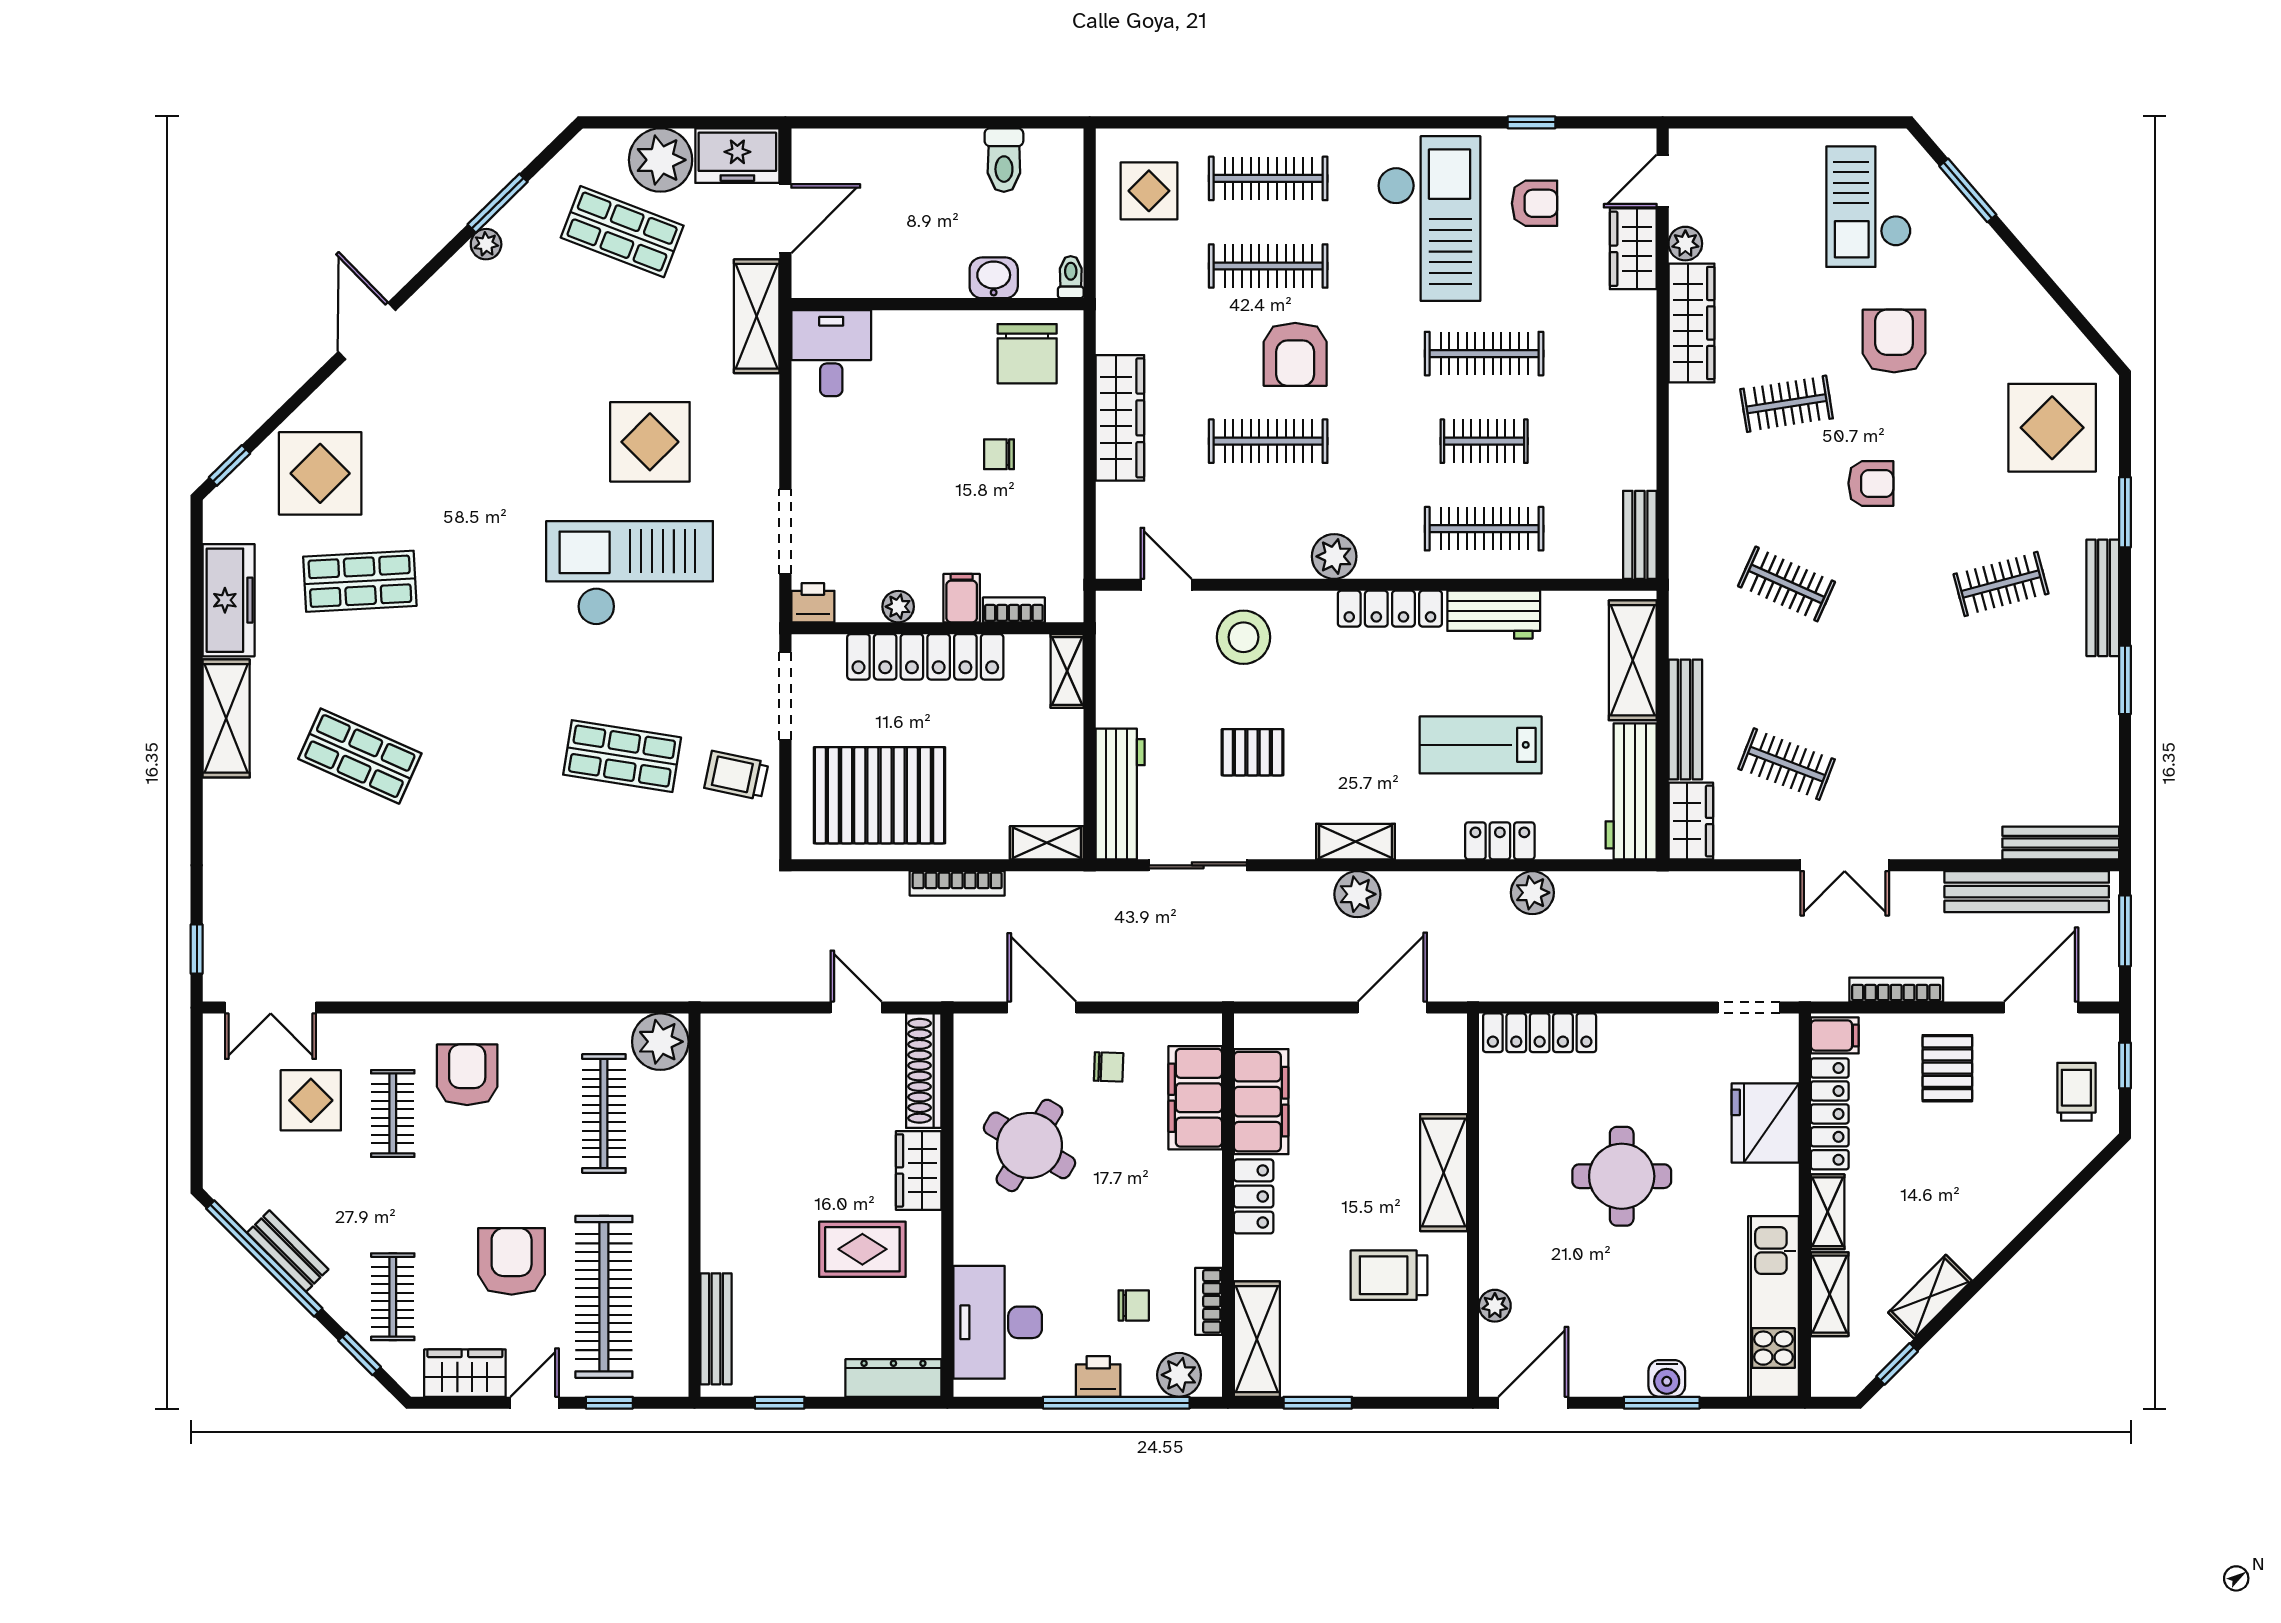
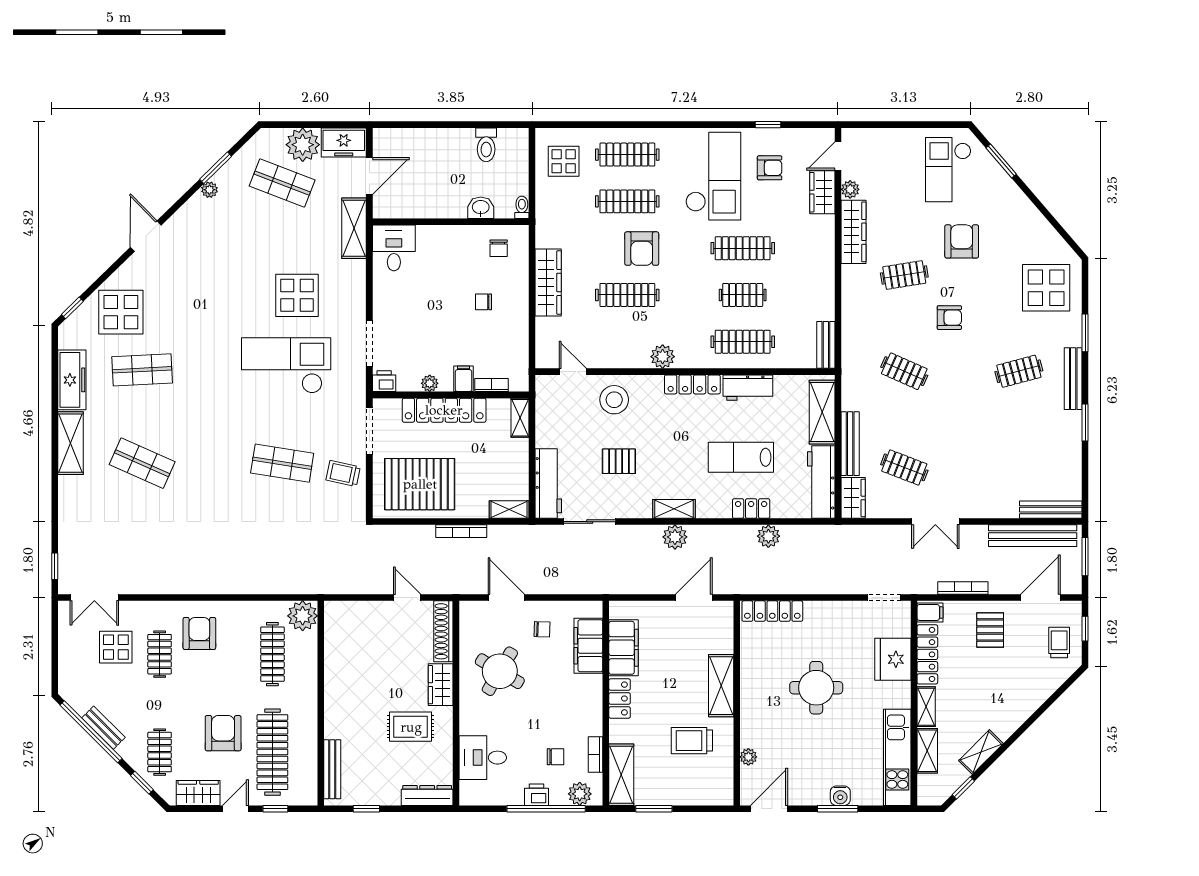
chair: (1027, 354) -> (499, 248), width x0.54, depth x0.54
desk: (998, 1322) -> (483, 758), width x0.73

